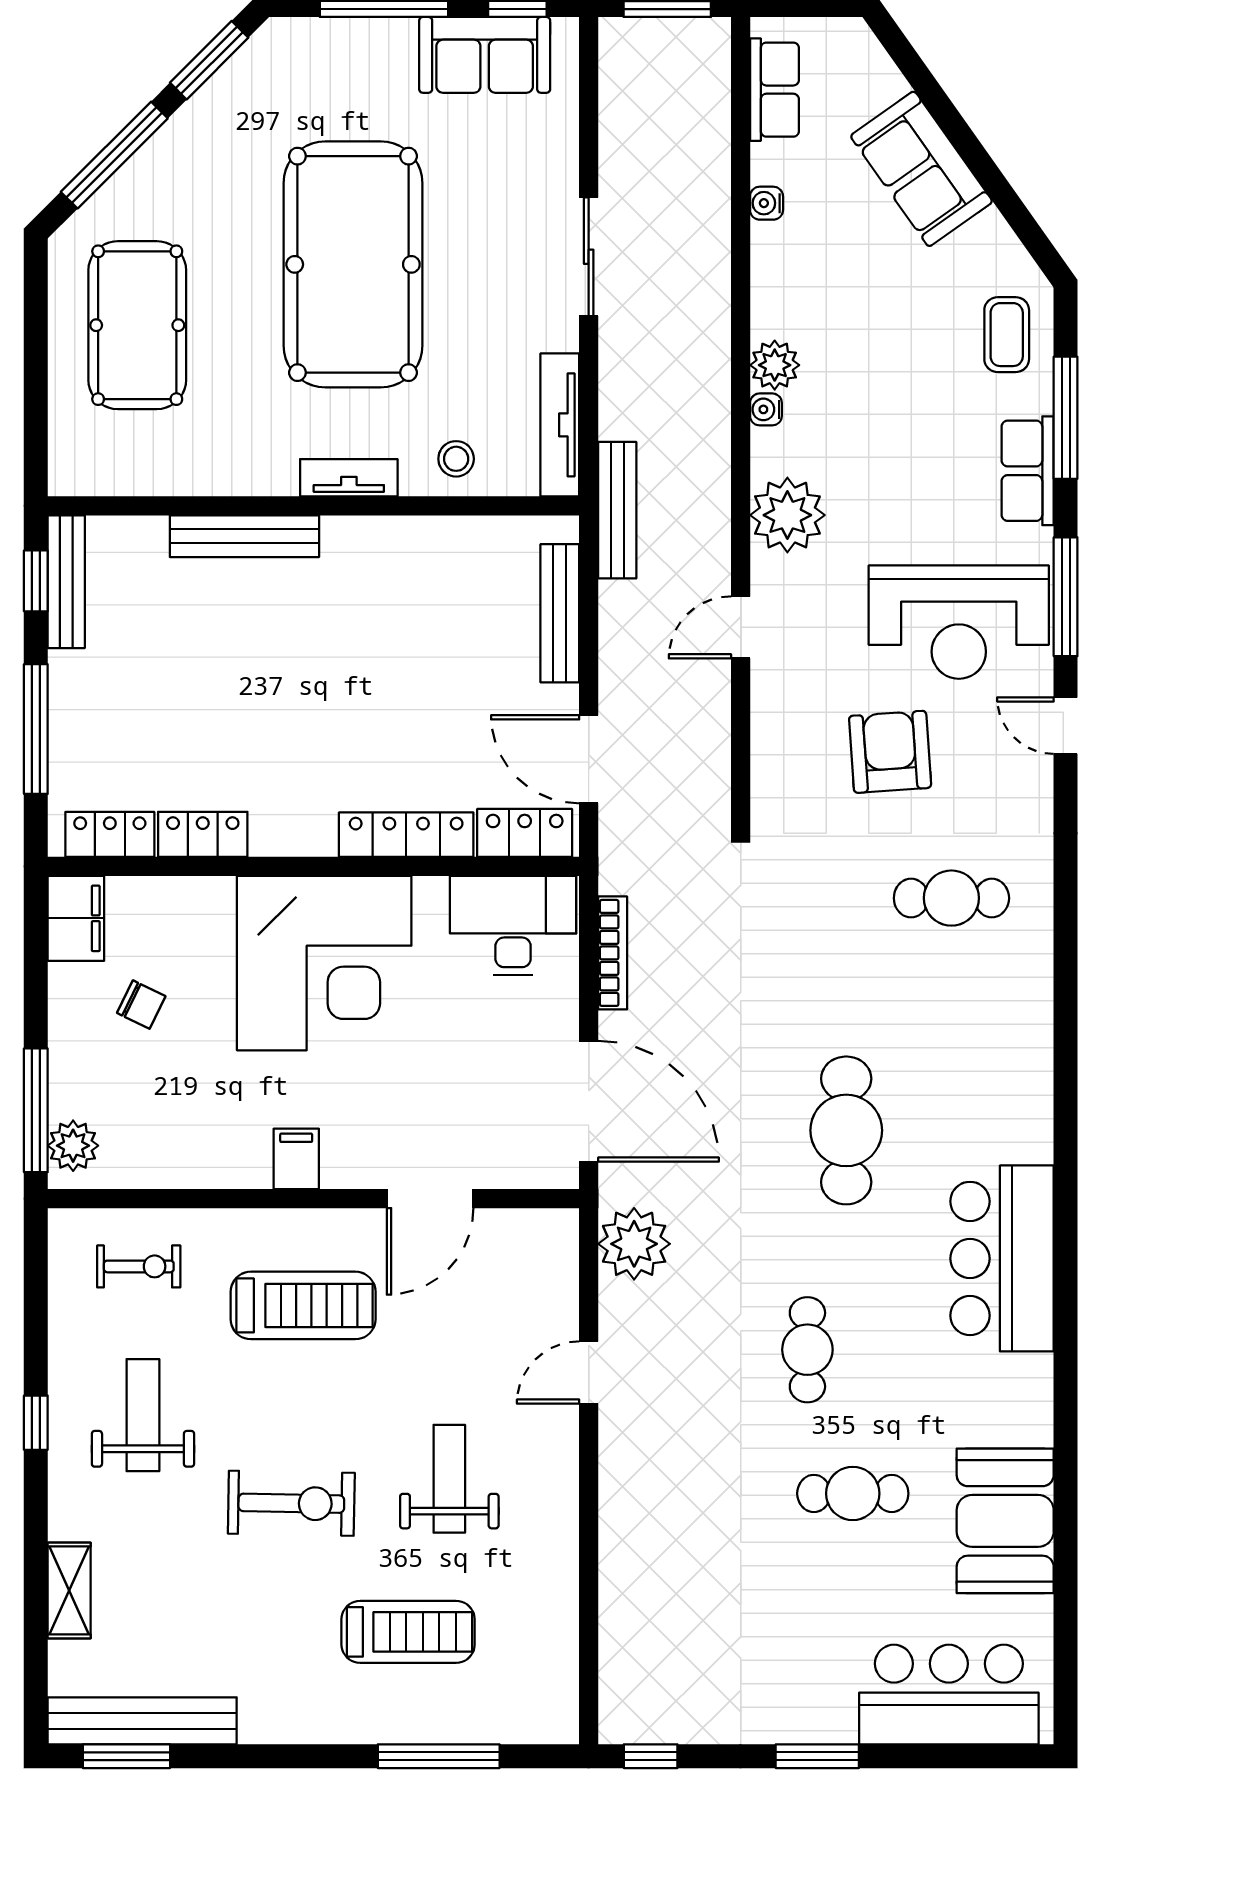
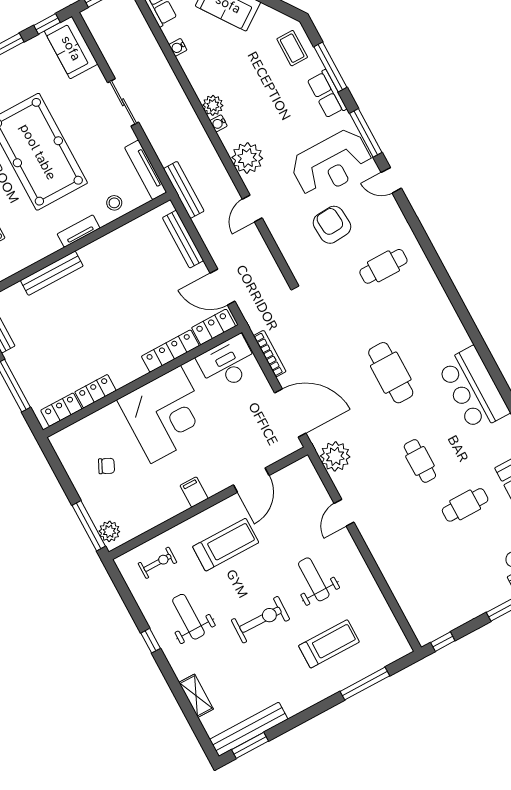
sofa: (485, 55) -> (71, 48), moved, turned 90
filing cabinet: (76, 918) -> (65, 447), removed

